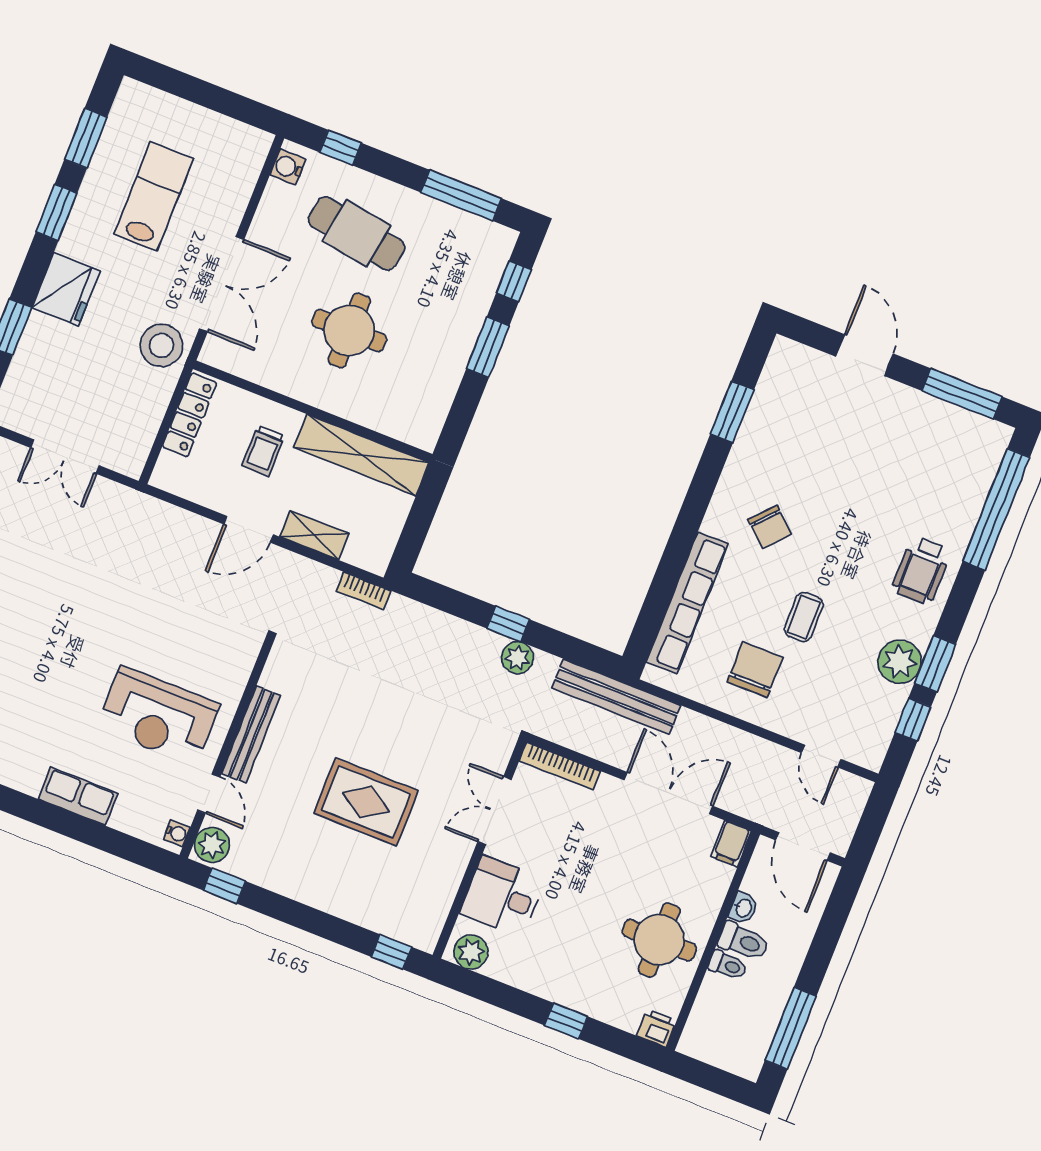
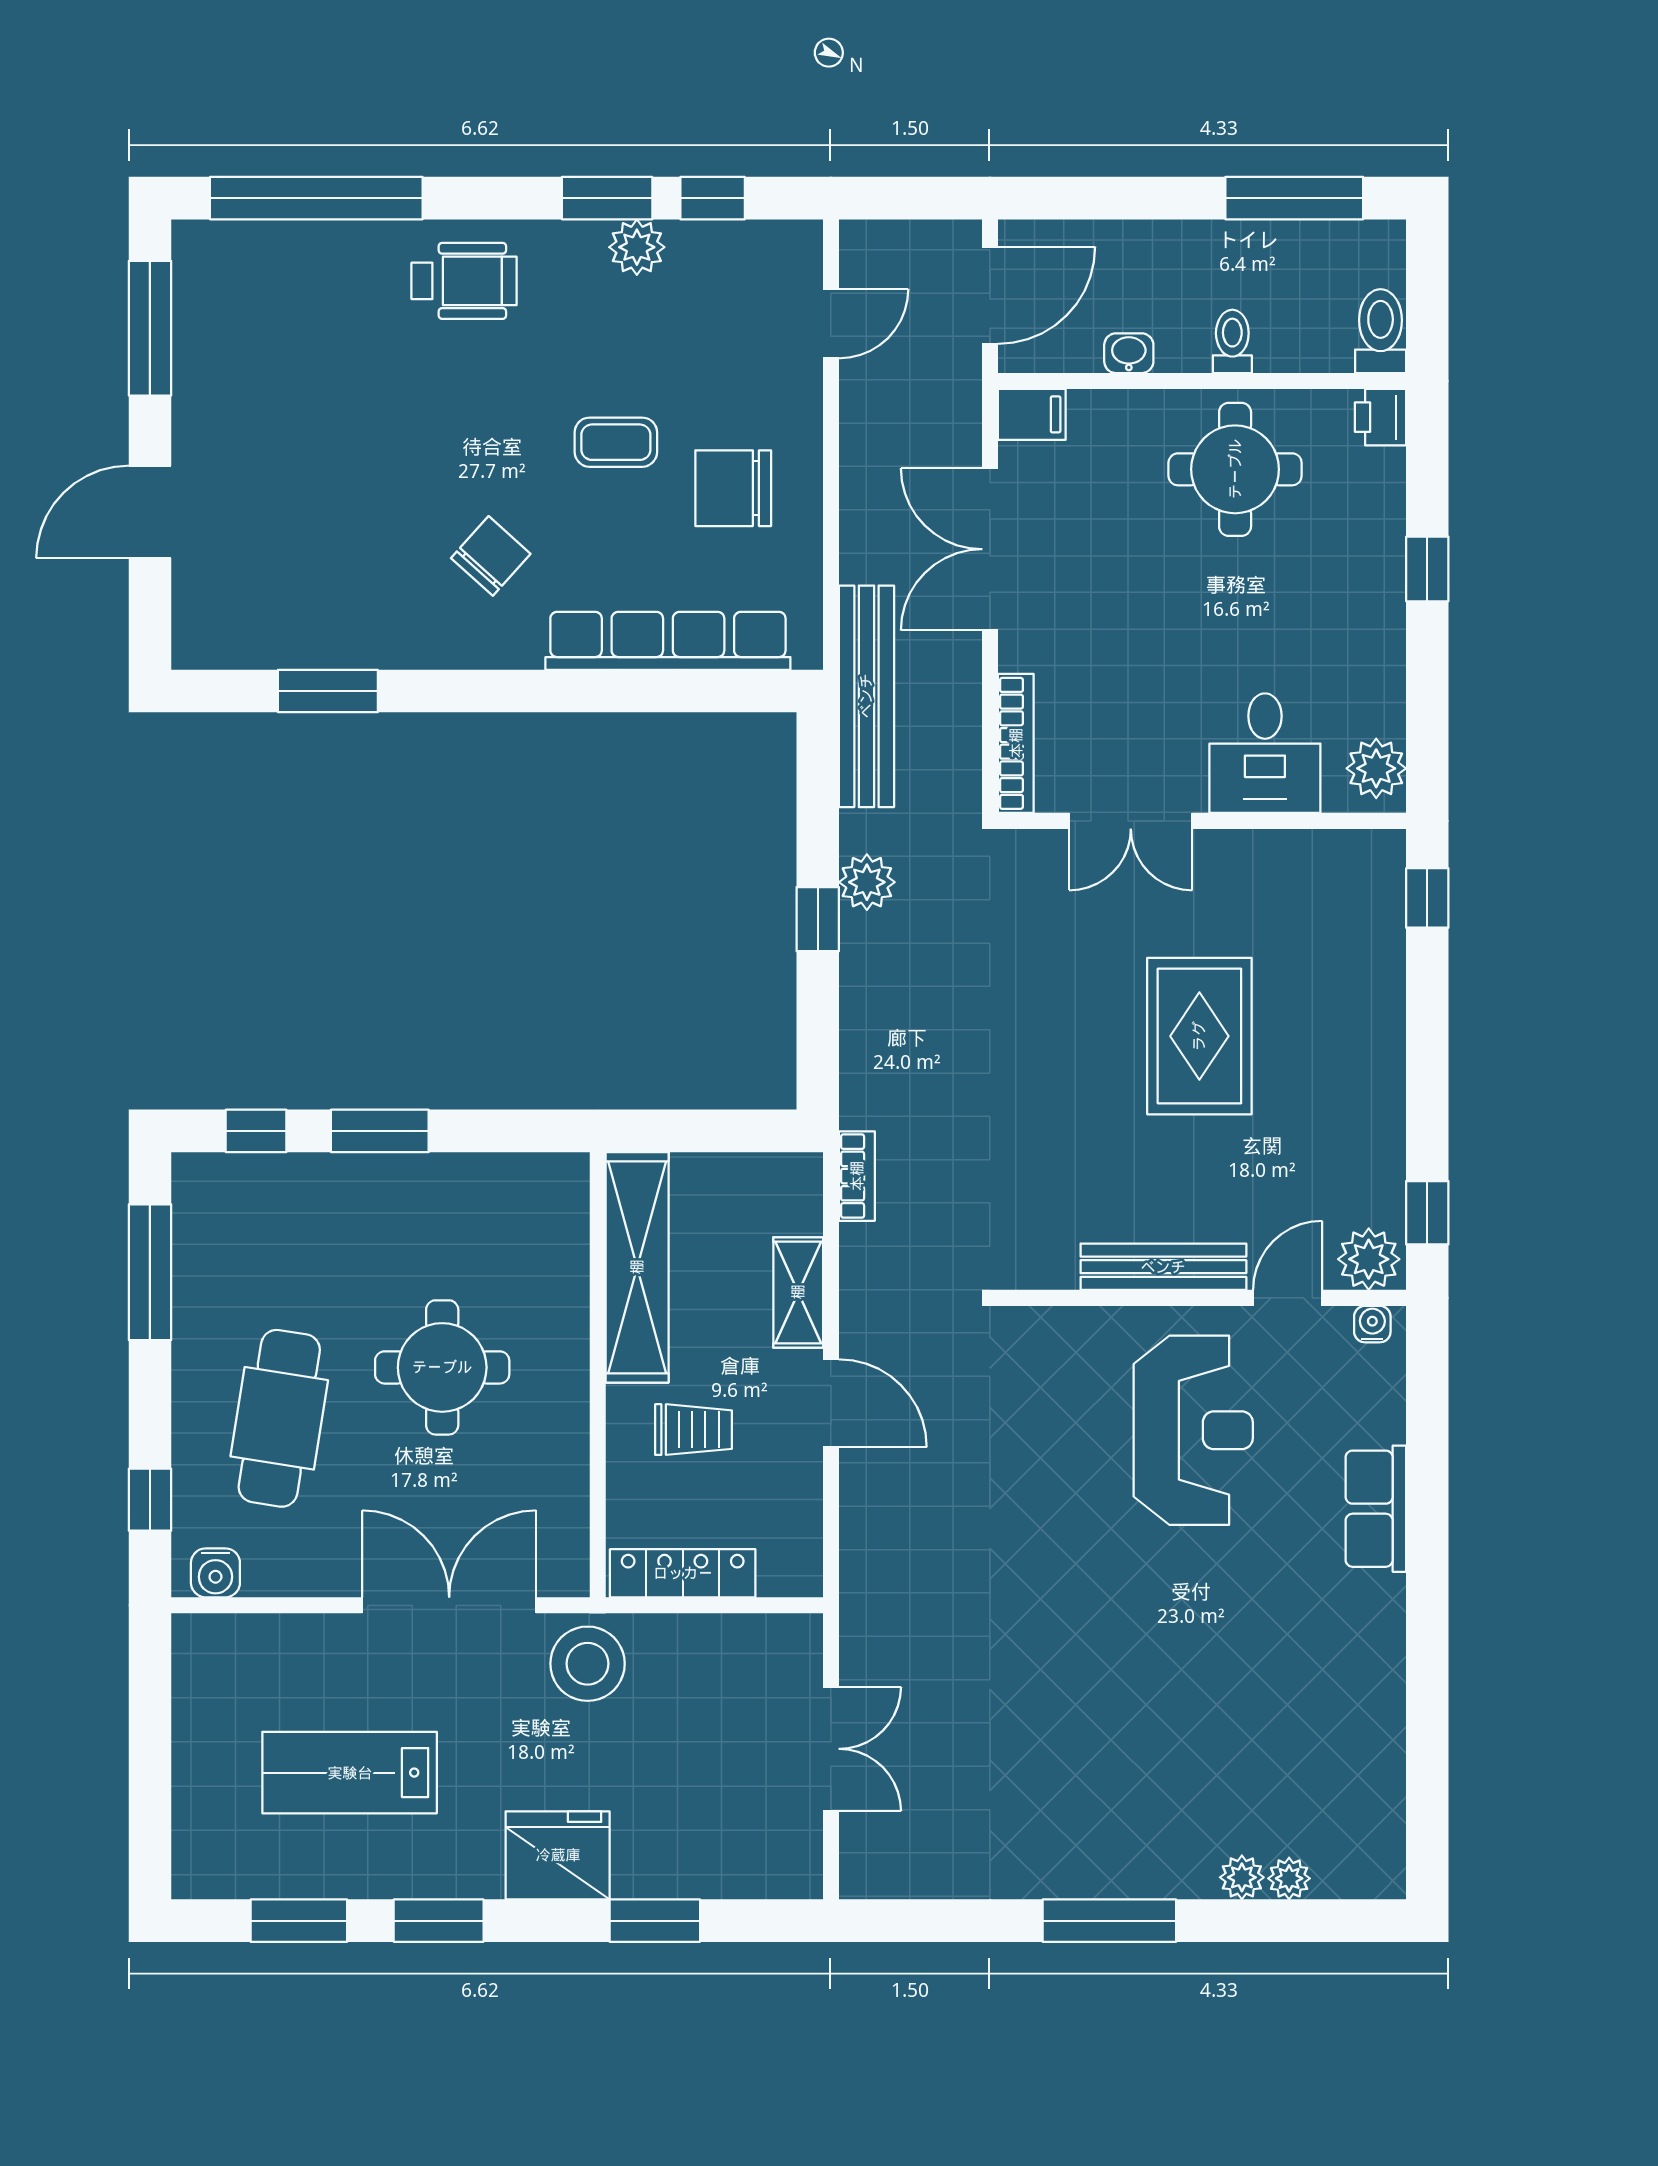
plant: (900, 662) -> (637, 247), width x0.73, depth x0.73
toilet: (743, 941) -> (1381, 331), moved

